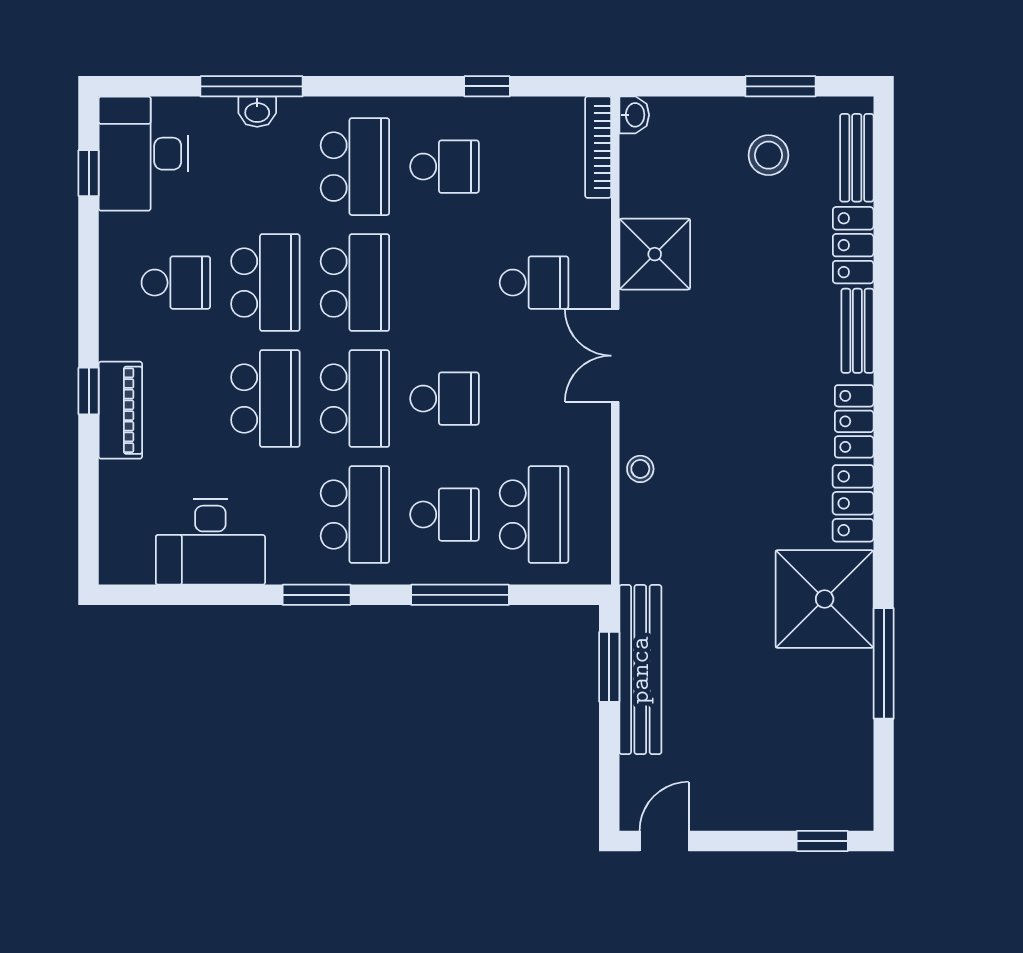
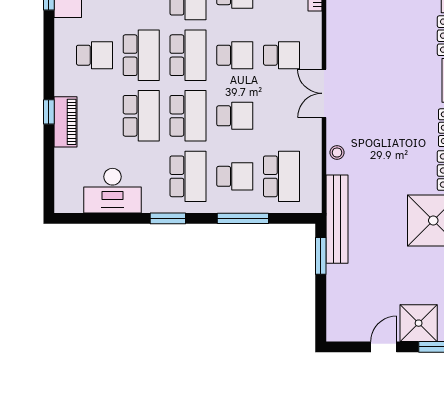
shower: (655, 254) -> (419, 323), moved
school desk: (444, 283) -> (235, 55), added
bench: (640, 670) -> (337, 219), moved
door: (664, 841) -> (384, 347), moved

